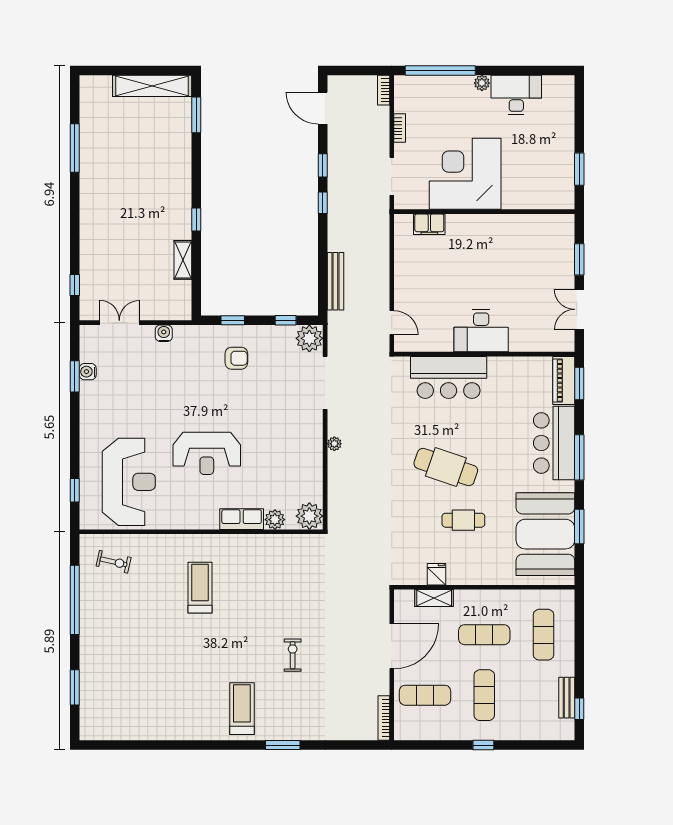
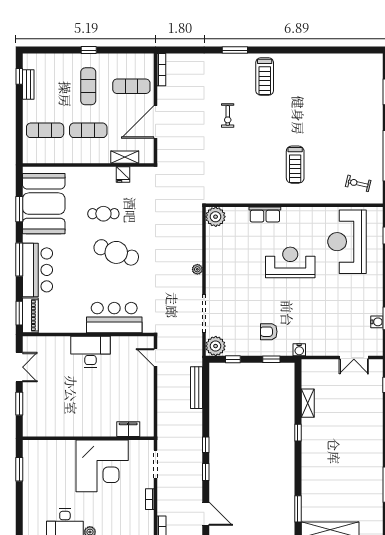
water cooler: (164, 333) -> (299, 350), moved
plant: (275, 520) -> (241, 214), removed
exercise mat: (544, 635) -> (45, 130), turned 90

